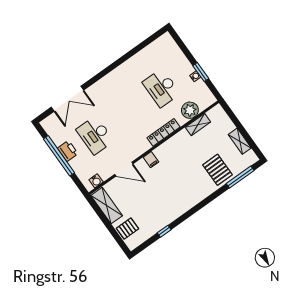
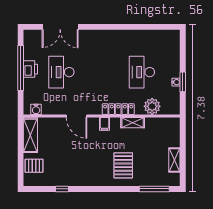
shelving: (198, 125) -> (133, 123), moved
filing cabinet: (151, 160) -> (105, 124), moved
door: (124, 169) -> (76, 116), moved
pallet: (217, 170) -> (123, 165), moved

